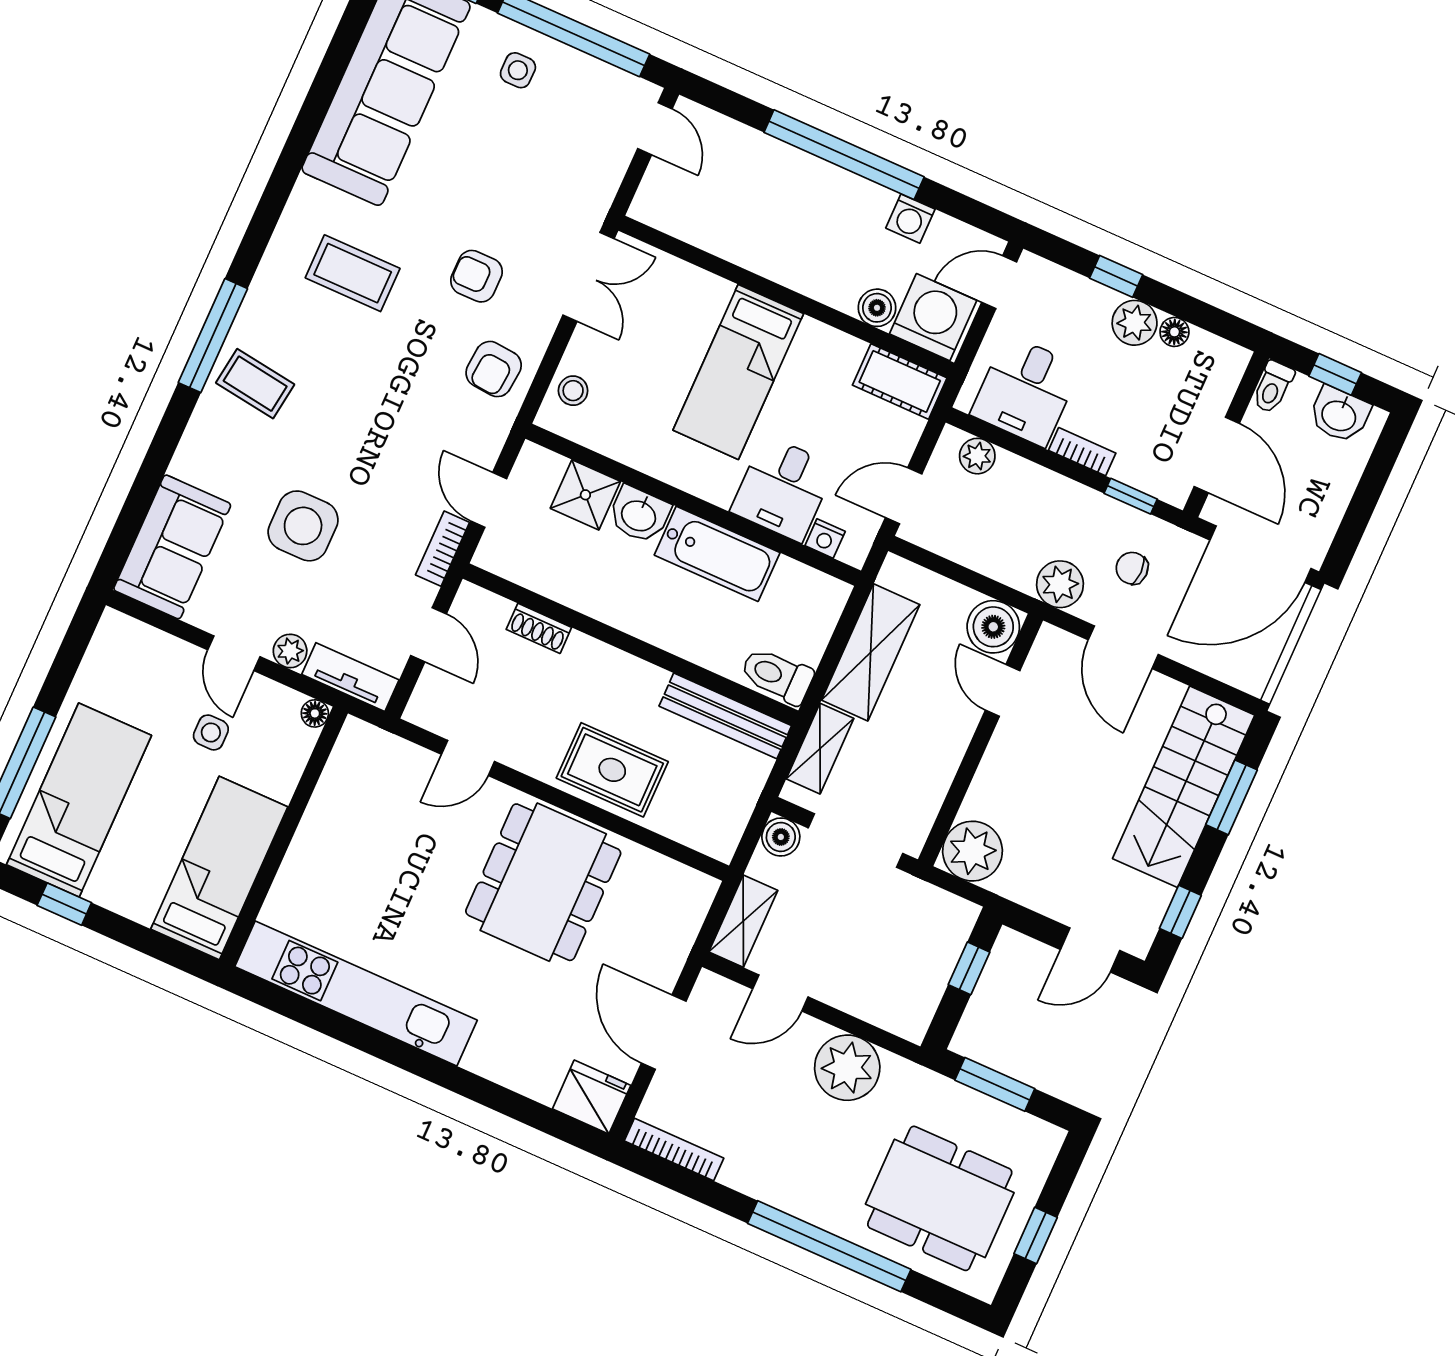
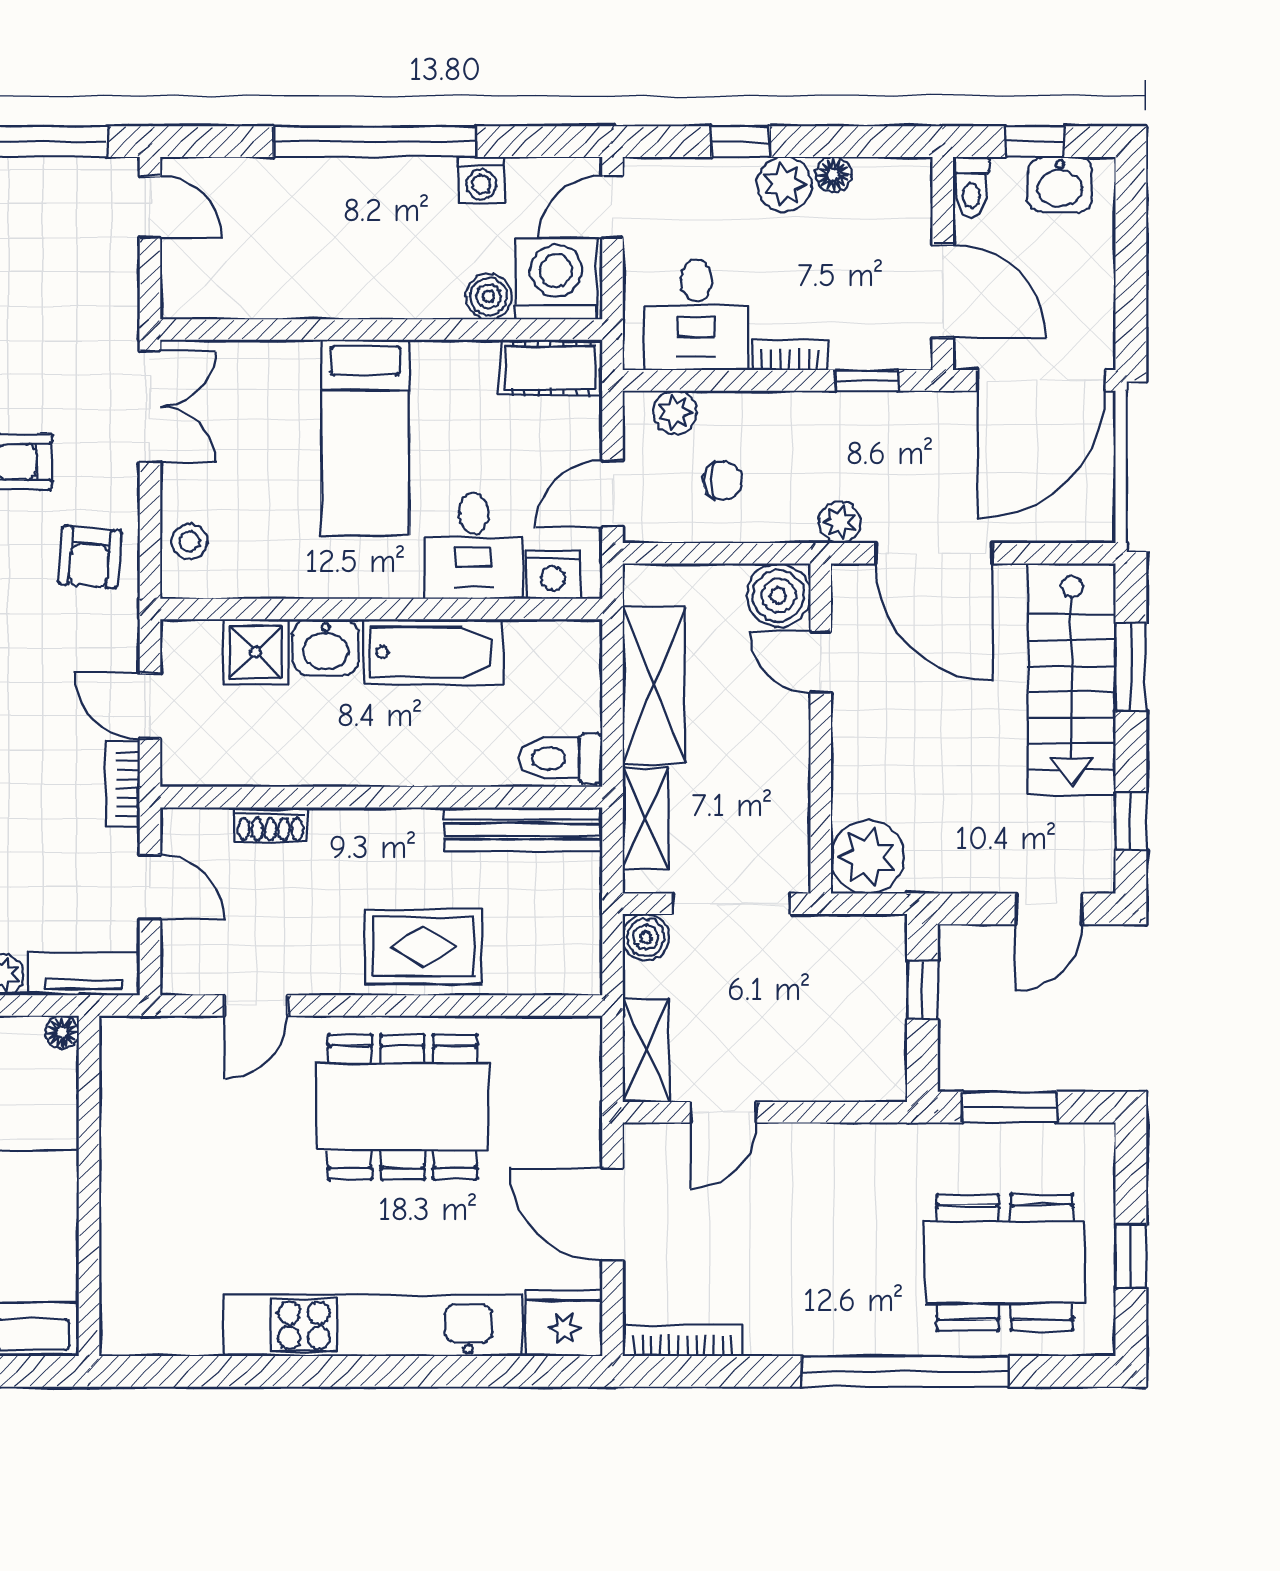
nightstand: (825, 539) -> (553, 575), width x1.39, depth x1.35
chair: (1132, 568) -> (723, 481), moved, turned 180
plant: (1060, 584) -> (840, 522), width x0.73, depth x0.73
door: (1123, 647) -> (934, 553), width x1.36
dining table: (543, 882) -> (402, 1107), turned 90
kitchen unit: (356, 993) -> (373, 1325), moved
plant: (847, 1068) -> (836, 1162), removed

